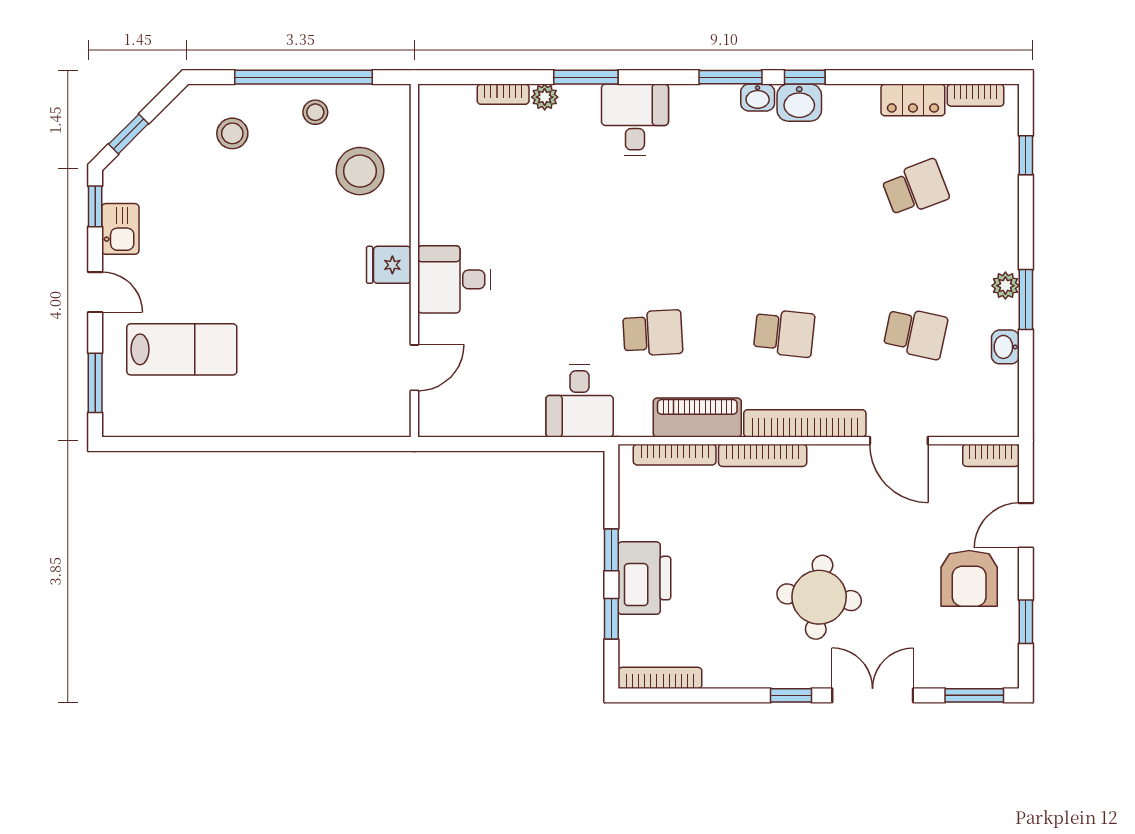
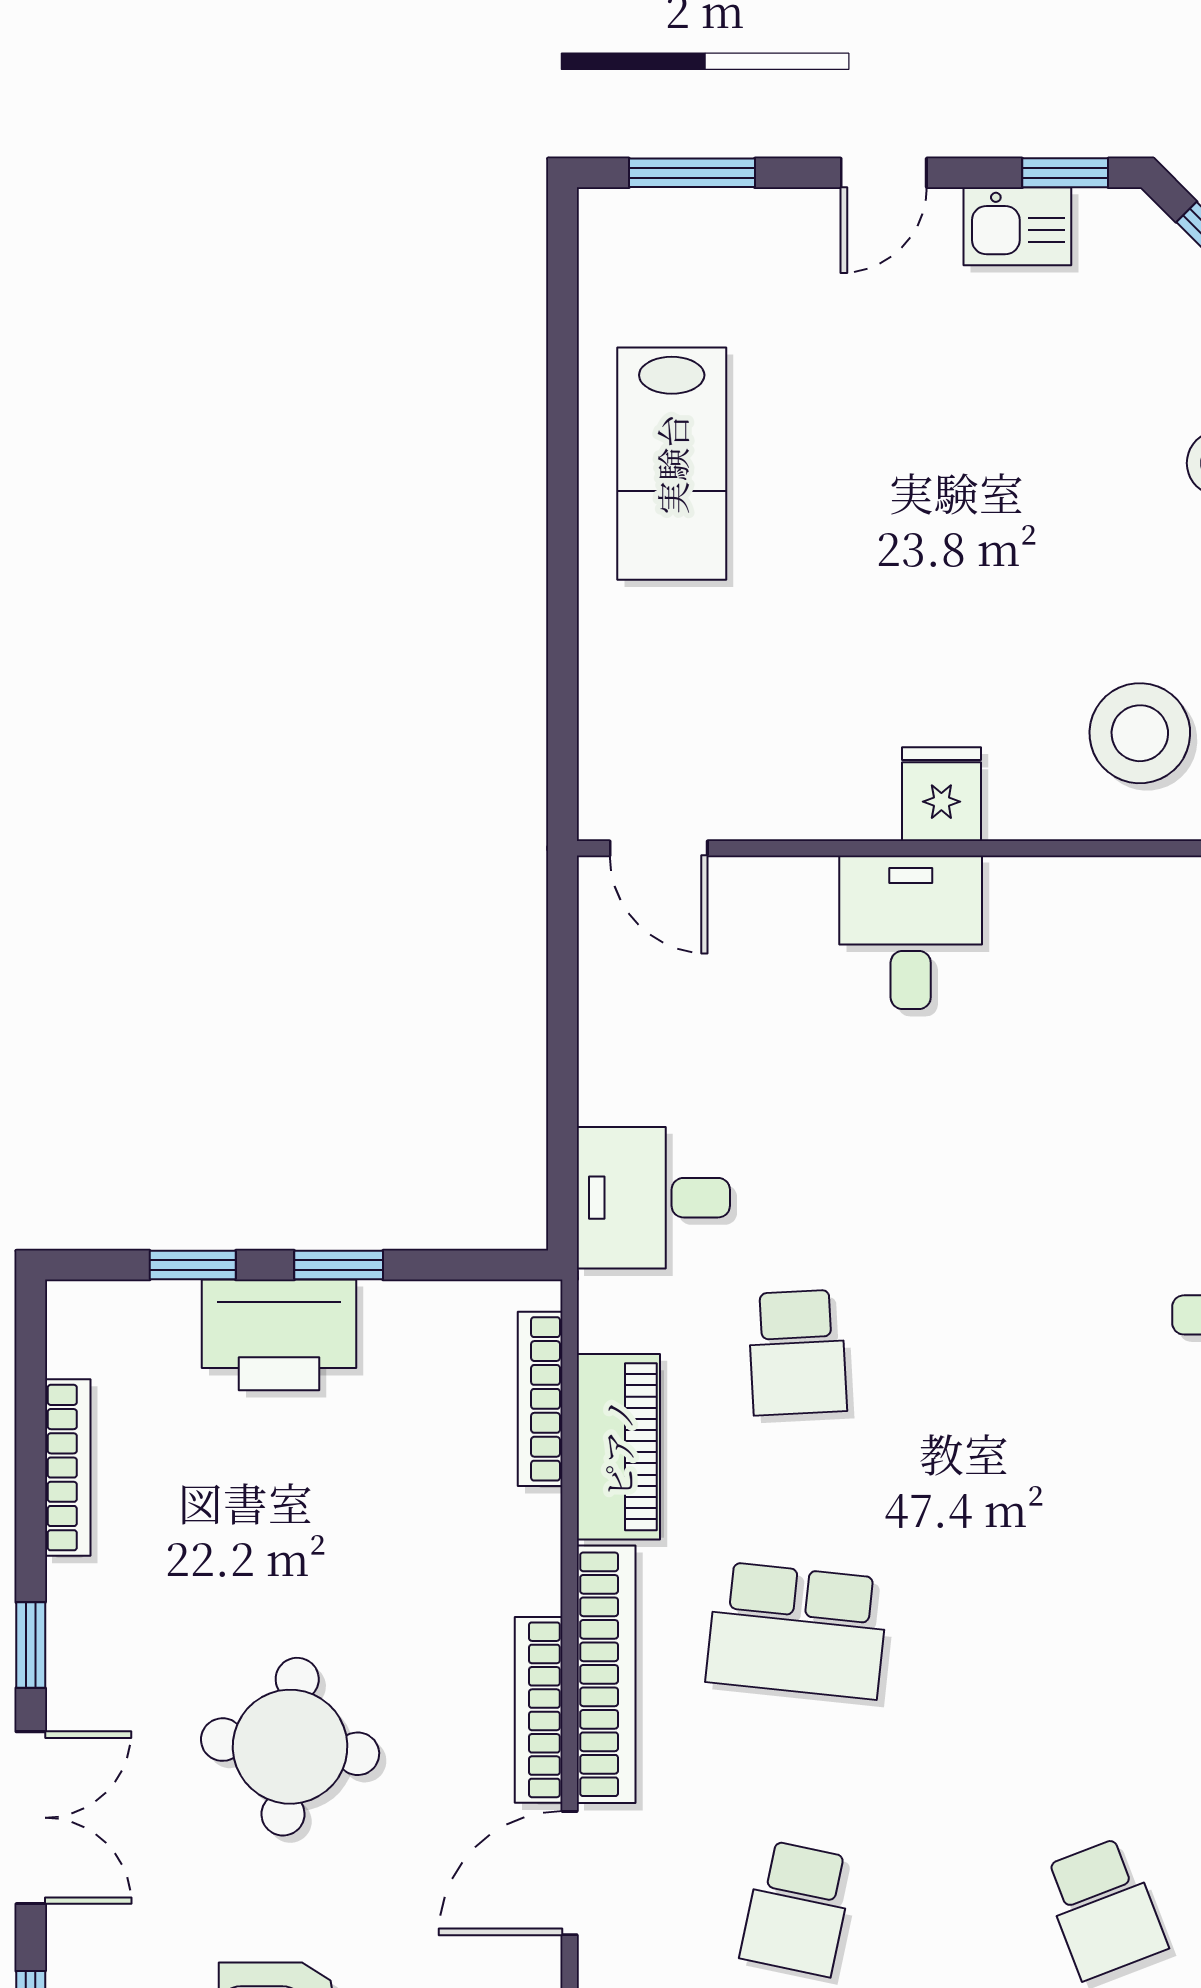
school desk: (784, 333) -> (797, 1630), width x1.85
lab bench: (182, 349) -> (672, 464), moved
door: (414, 368) -> (659, 848), moved
bookcase: (763, 455) -> (539, 1710), moved
round table: (819, 597) -> (290, 1747), moved
bookcase: (660, 678) -> (68, 1468), moved

